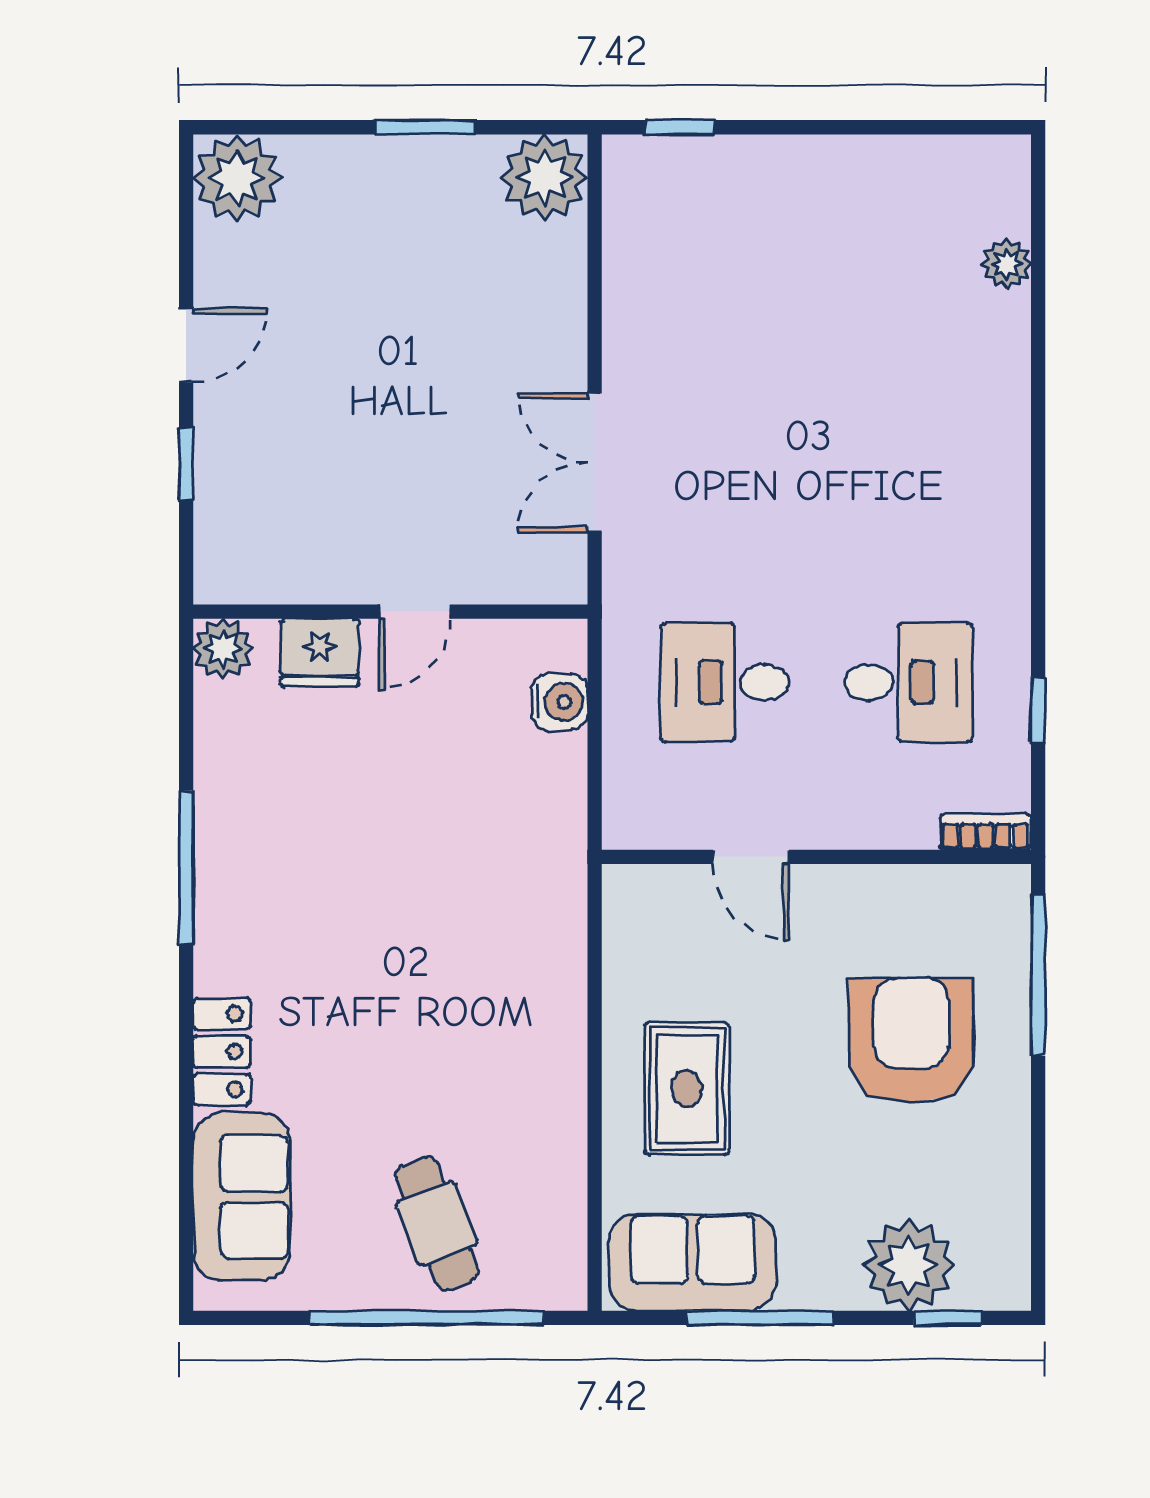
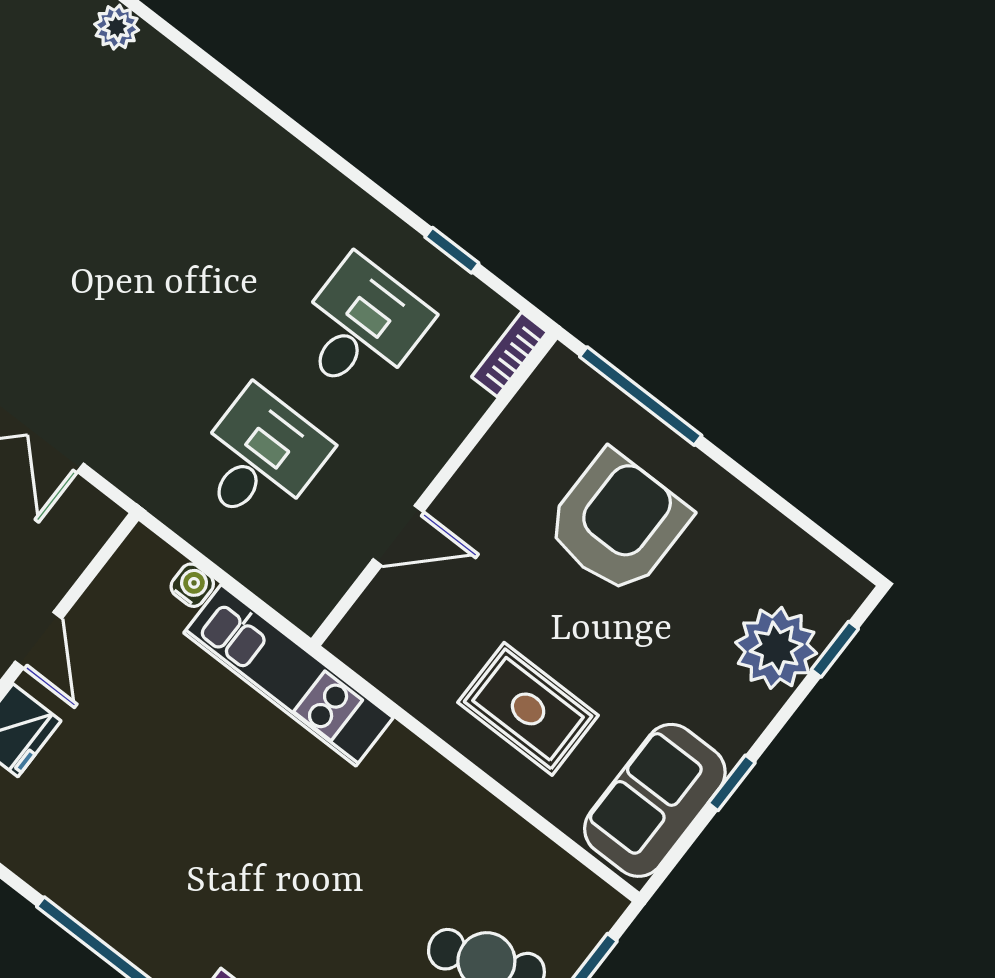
desk: (725, 682) -> (259, 458), turned 180
water cooler: (560, 702) -> (192, 585), width x0.72, depth x0.72
kitchen unit: (554, 855) -> (288, 675), added
armchair: (911, 1041) -> (617, 523), turned 90
window: (760, 1318) -> (732, 783), width x0.46

